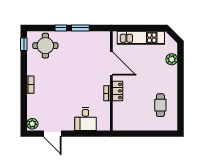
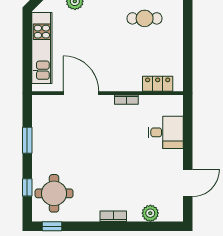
window: (61, 28) -> (27, 187), moved
door: (111, 63) -> (81, 93), hinge flipped
locker: (118, 91) -> (158, 84), moved
plant: (32, 124) -> (150, 213), moved

